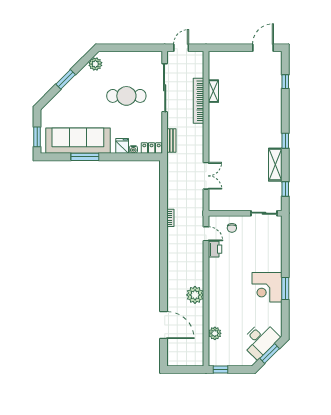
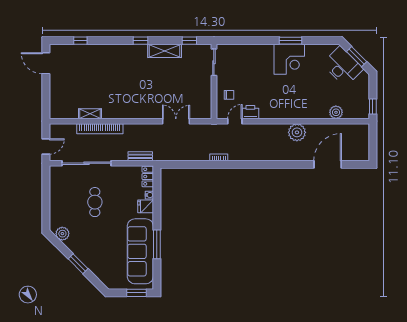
door: (181, 48) -> (46, 147), swing flipped
cafe table: (126, 96) -> (95, 202), width x0.73, depth x0.74

